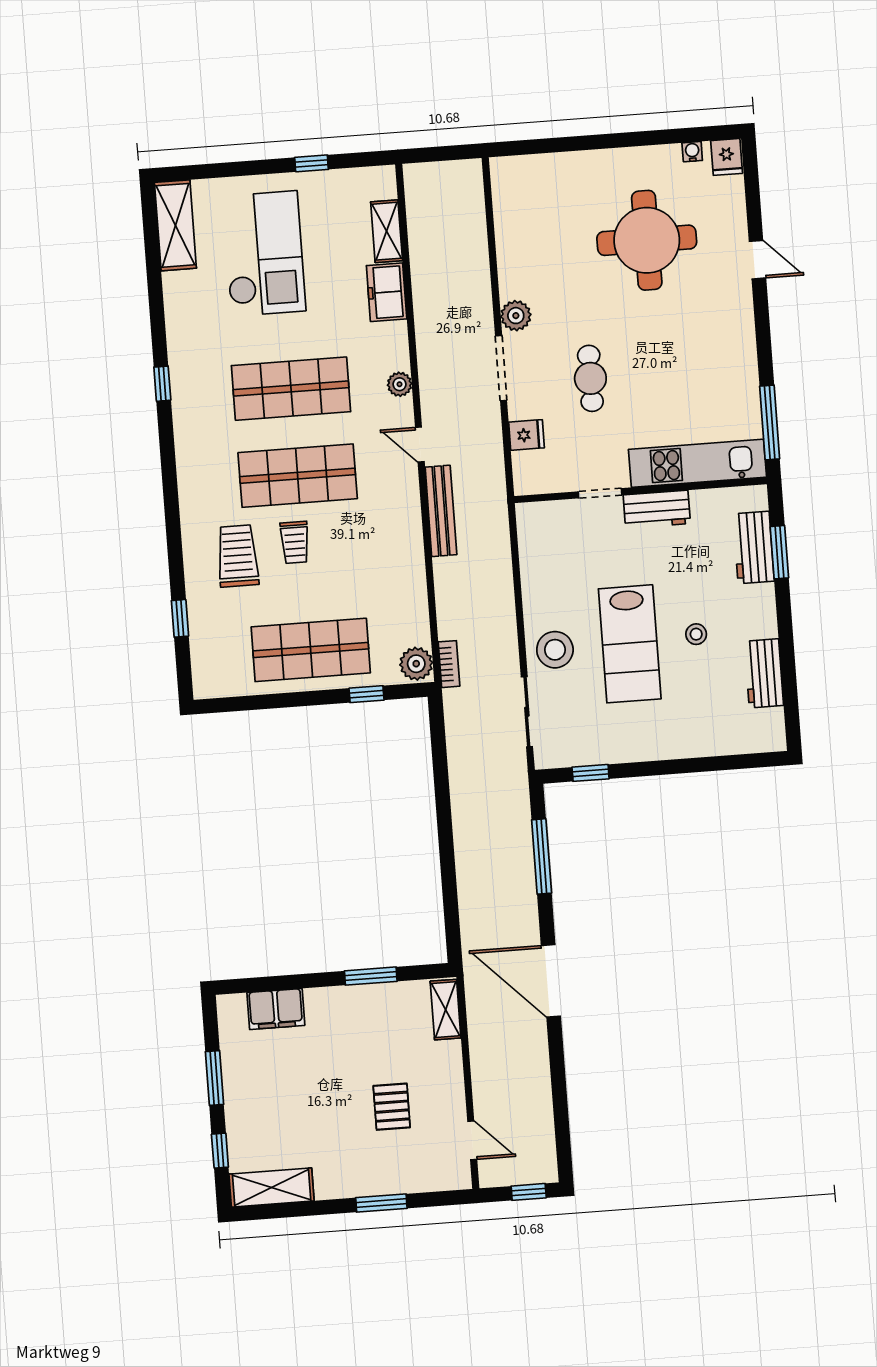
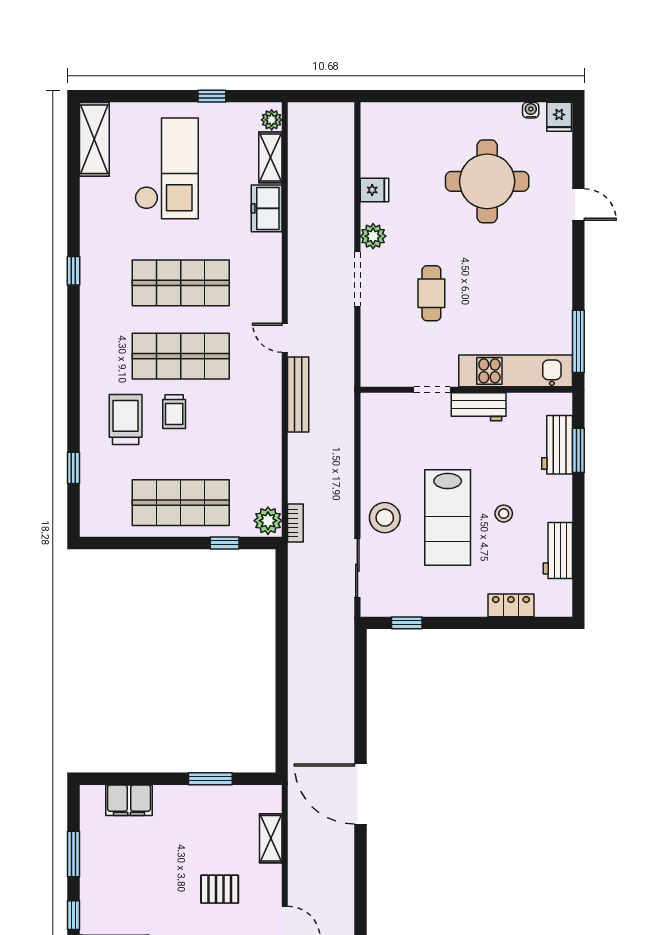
plant: (400, 384) -> (272, 120), moved
fridge: (526, 435) -> (374, 190), moved
locker: (713, 743) -> (511, 605), added
window: (542, 856) -> (361, 690), removed
shelving: (446, 1010) -> (271, 838), moved
pallet: (392, 1107) -> (220, 889), turned 90

